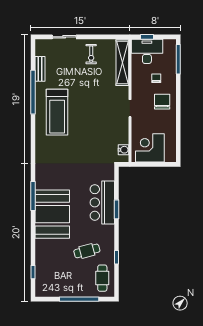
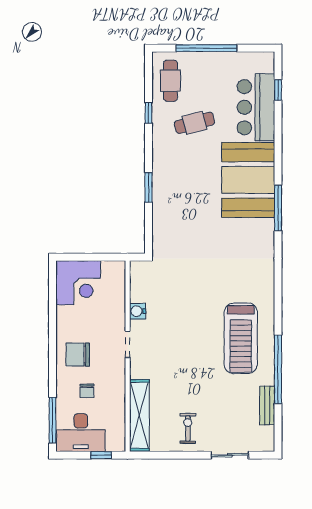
desk: (147, 51) -> (81, 433), moved
chair: (162, 102) -> (78, 355), turned 90
treadmill: (57, 112) -> (241, 338), turned 180
corner desk: (150, 148) -> (78, 283), moved
water cooler: (123, 150) -> (138, 311), moved
bar counter: (102, 202) -> (256, 107), moved, turned 180

